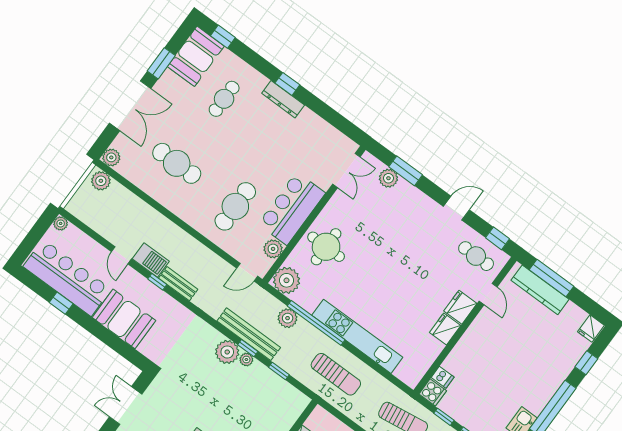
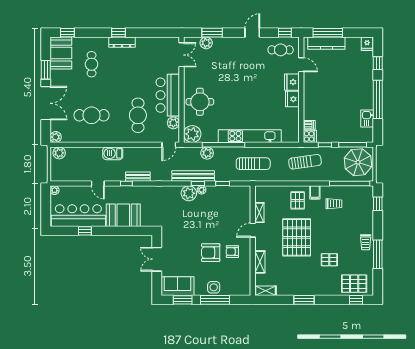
barbecue: (151, 260) -> (113, 153), moved, turned 180

